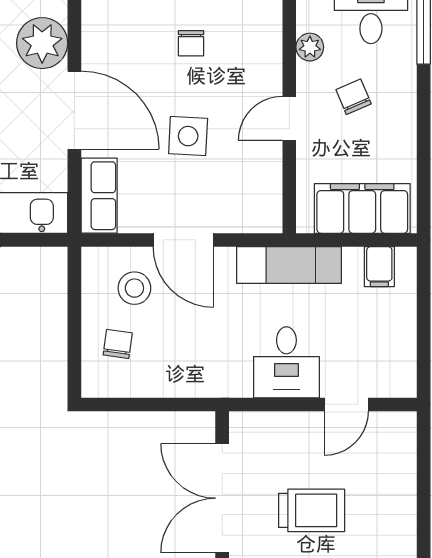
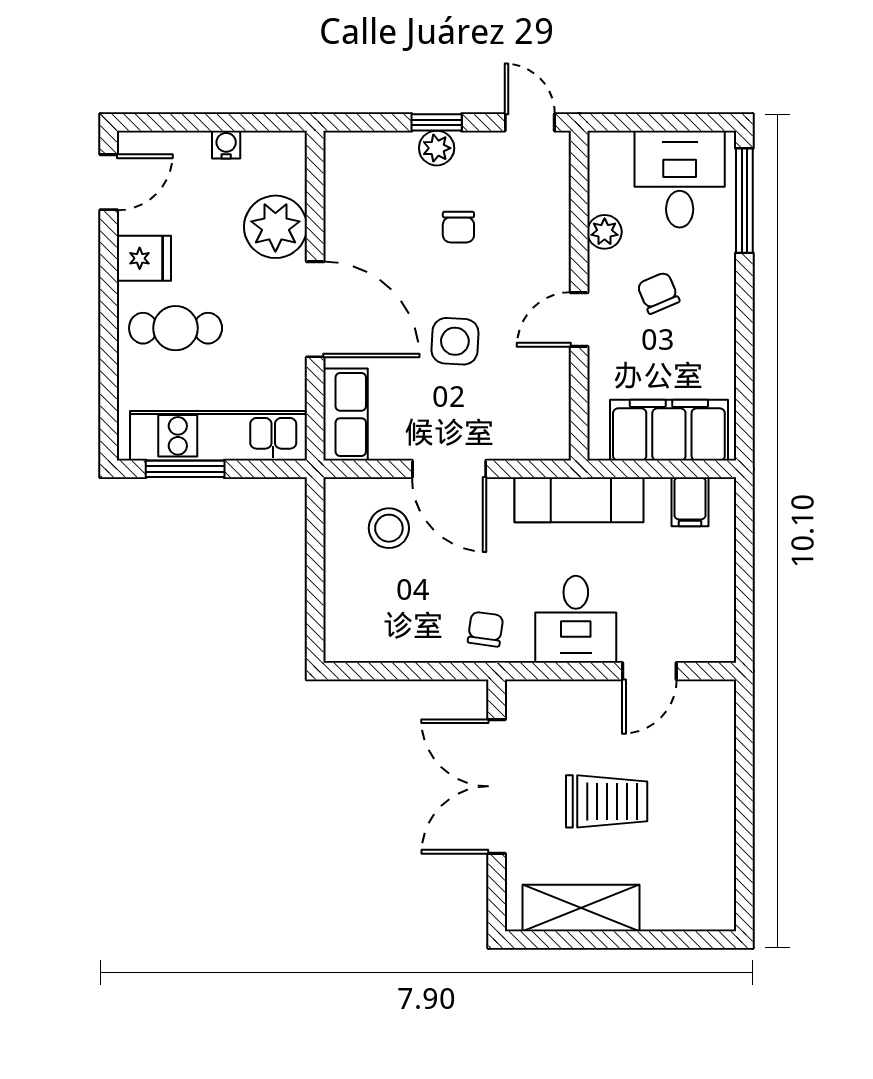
chair: (118, 344) -> (485, 629), moved

